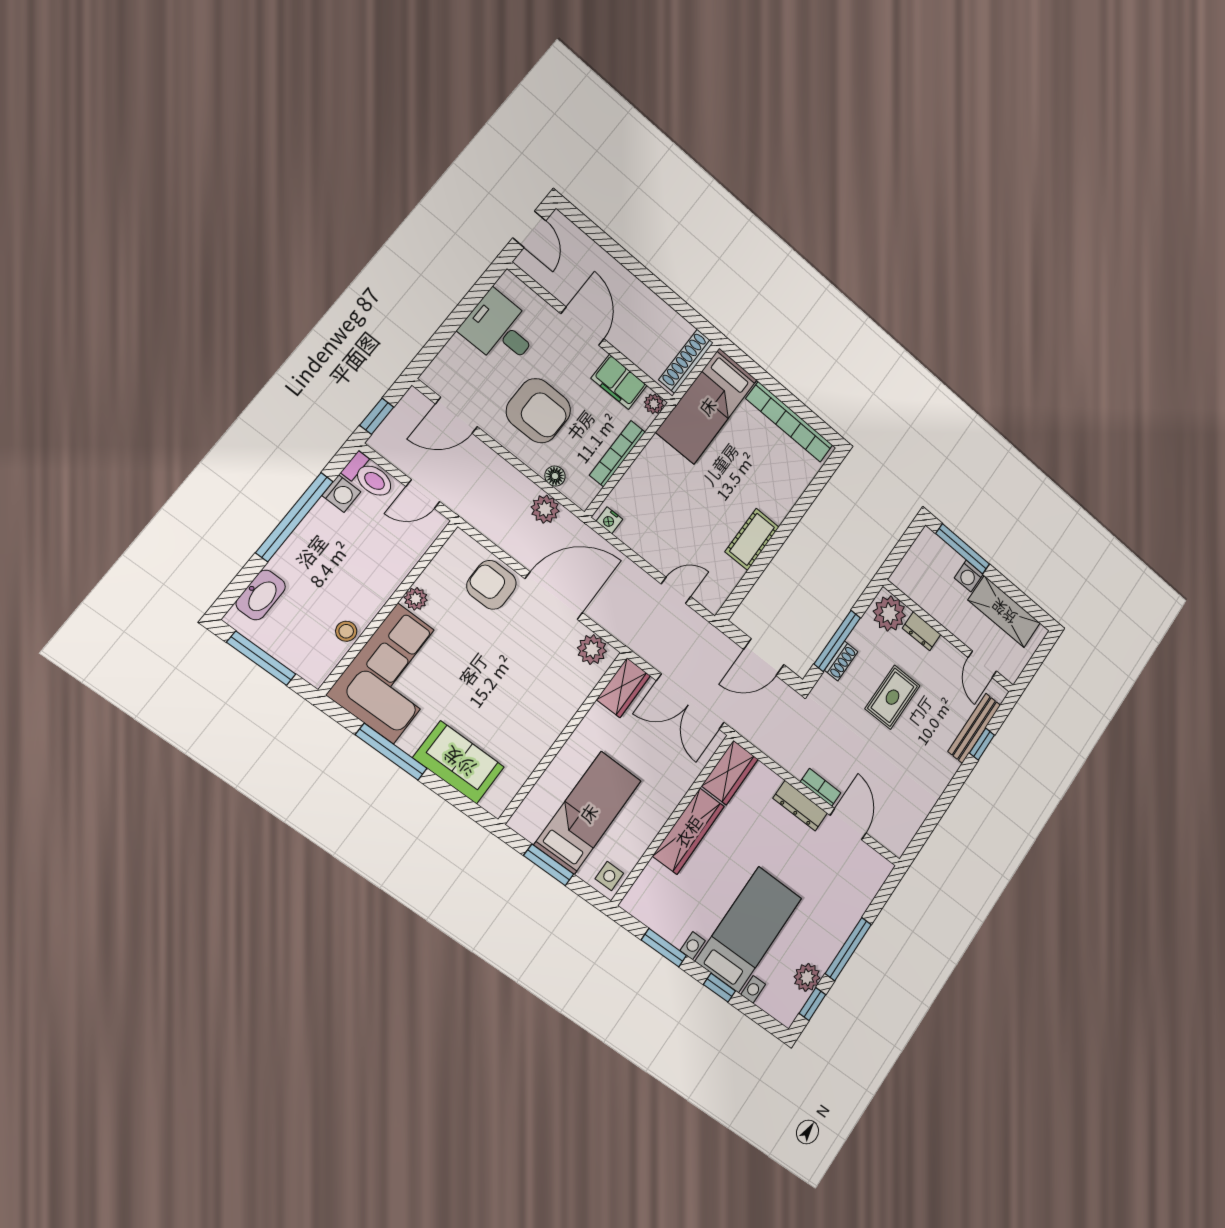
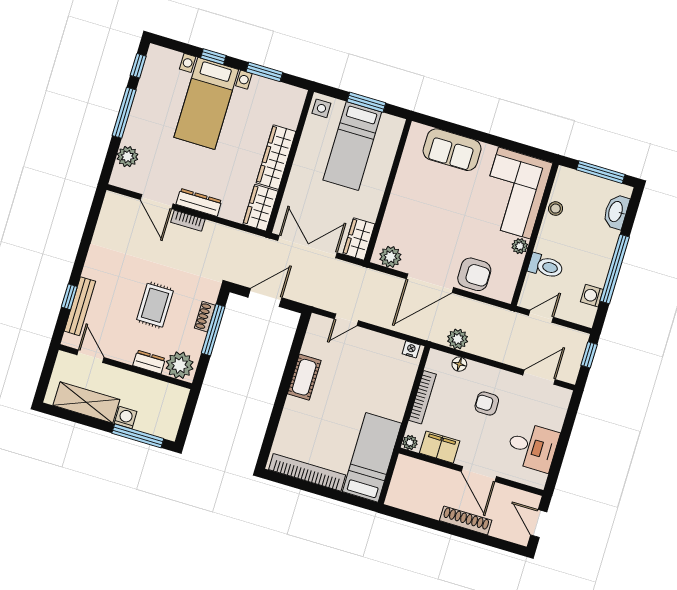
shoe rack: (686, 361) -> (466, 520), moved, turned -90
armchair: (538, 411) -> (487, 403), width x0.53, depth x0.53
toilet: (369, 477) -> (546, 266), moved, turned 180
window: (391, 752) -> (498, 142), removed
plant: (807, 977) -> (127, 157), moved

